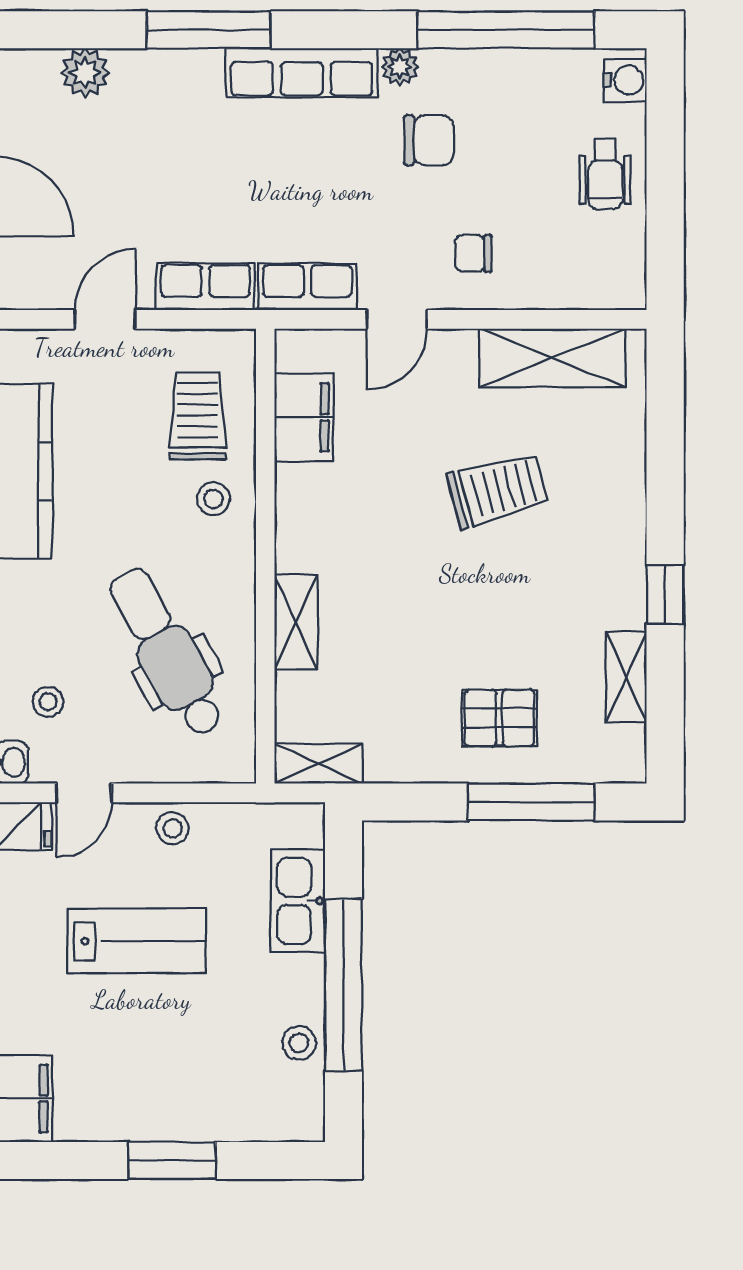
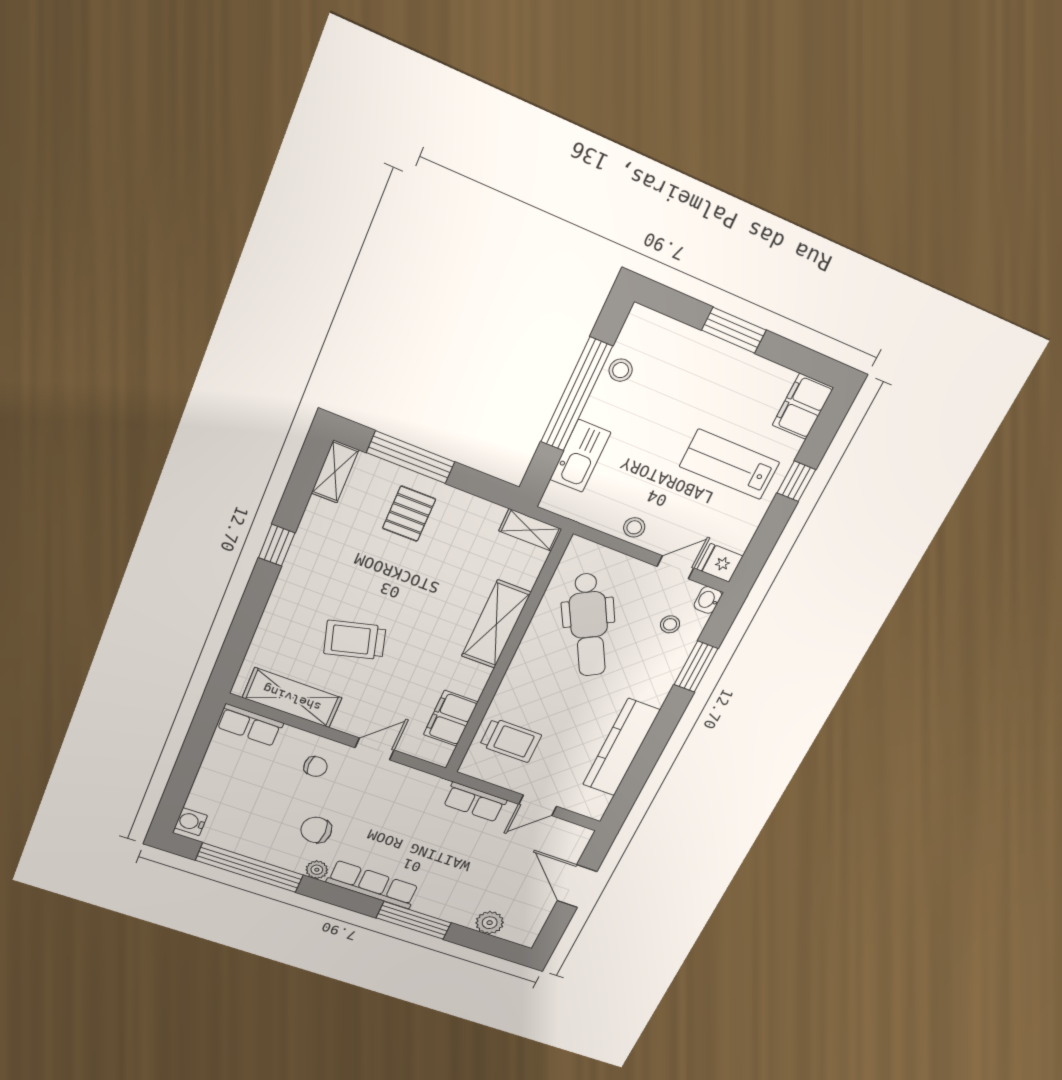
wheelchair: (605, 174) -> (222, 780), removed
row of seats: (307, 287) -> (250, 725), moved
trolley: (198, 416) -> (511, 740), turned -90
stool: (213, 499) -> (522, 695), removed
shelving: (296, 622) -> (496, 624), width x1.50, depth x1.33
shelving: (626, 677) -> (335, 472), moved
pallet: (499, 718) -> (409, 514), turned 90
lab bench: (137, 941) -> (729, 464), moved

